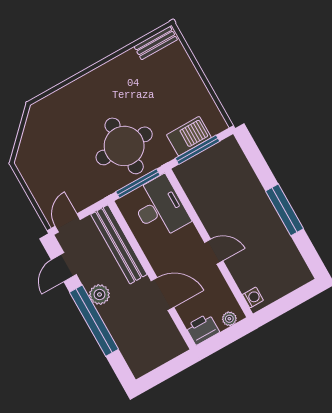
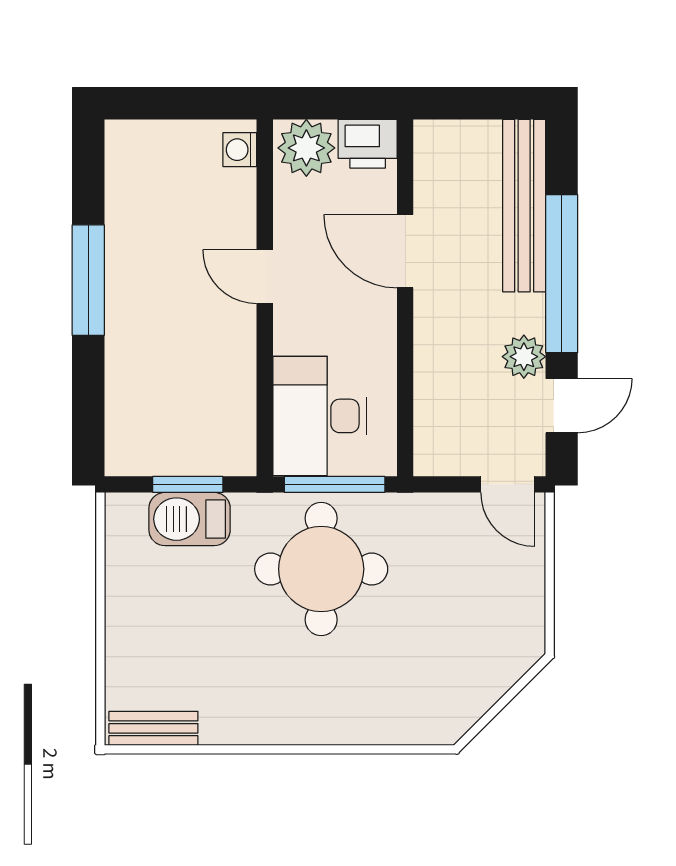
window: (197, 150) -> (188, 484), width x0.69
door: (68, 223) -> (508, 484), hinge flipped
bench: (119, 244) -> (524, 206), moved
plant: (99, 294) -> (524, 357), moved
plant: (229, 319) -> (306, 148), width x1.88, depth x1.88

